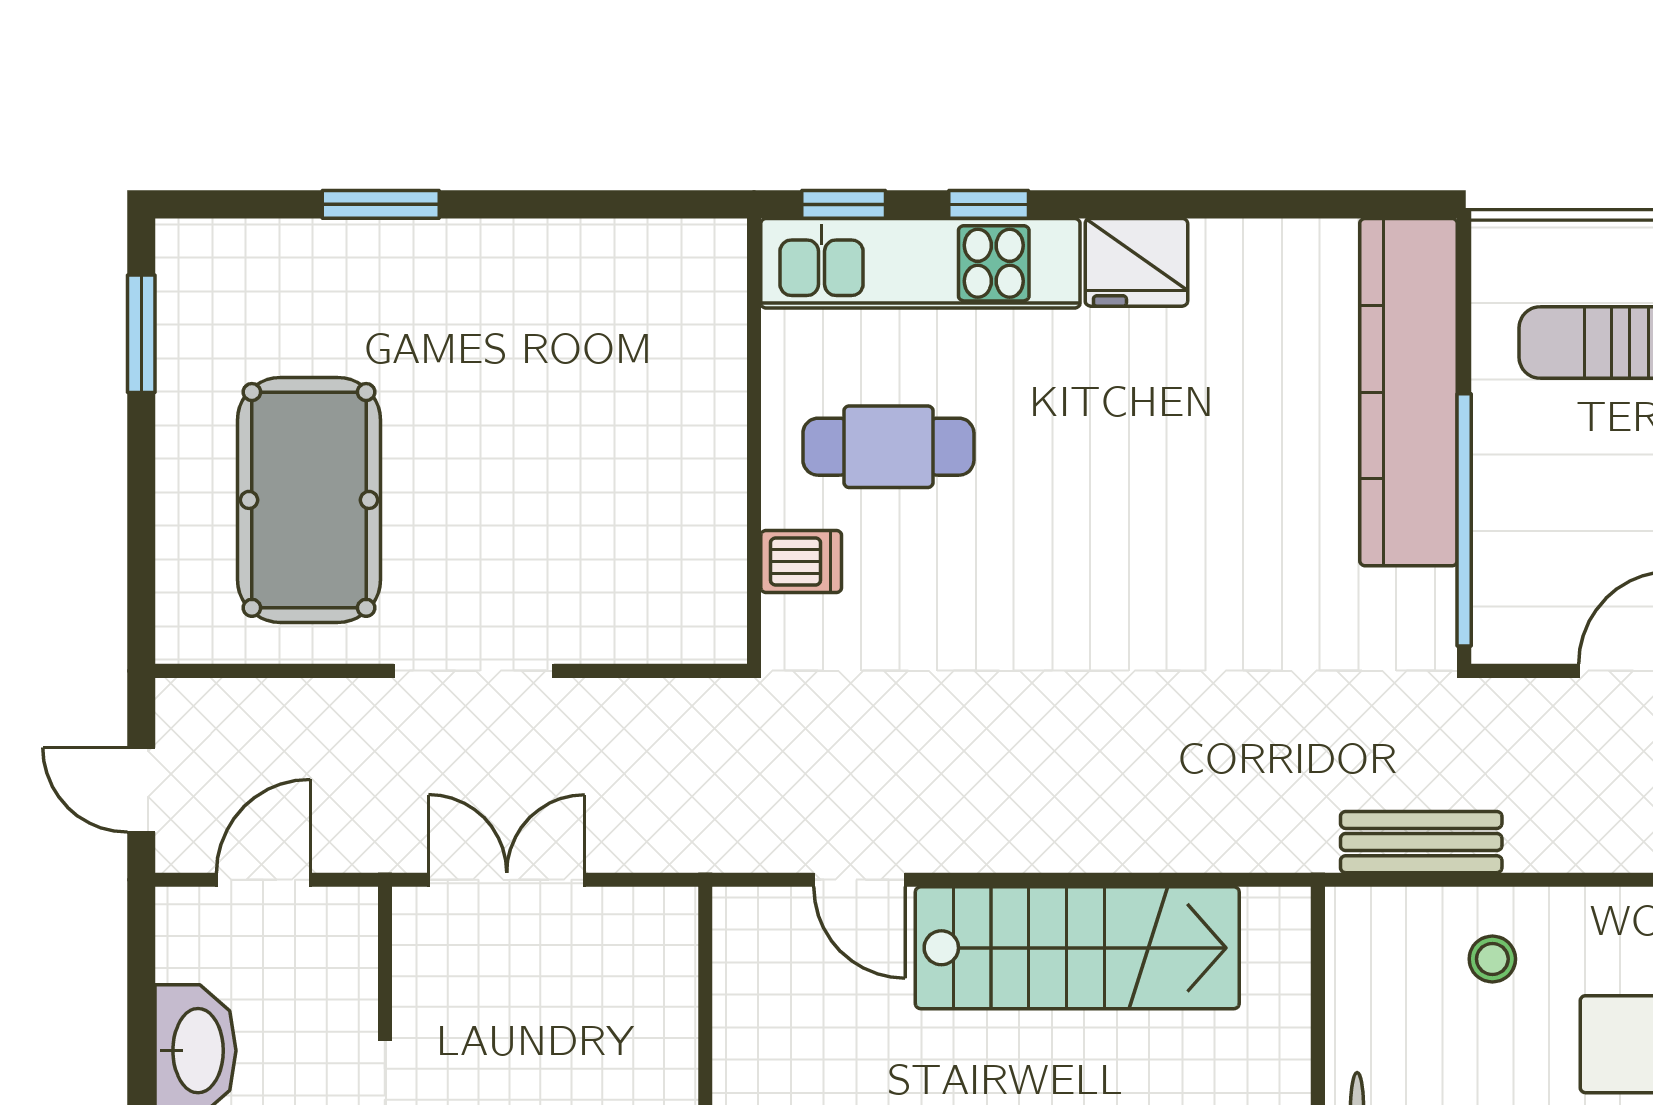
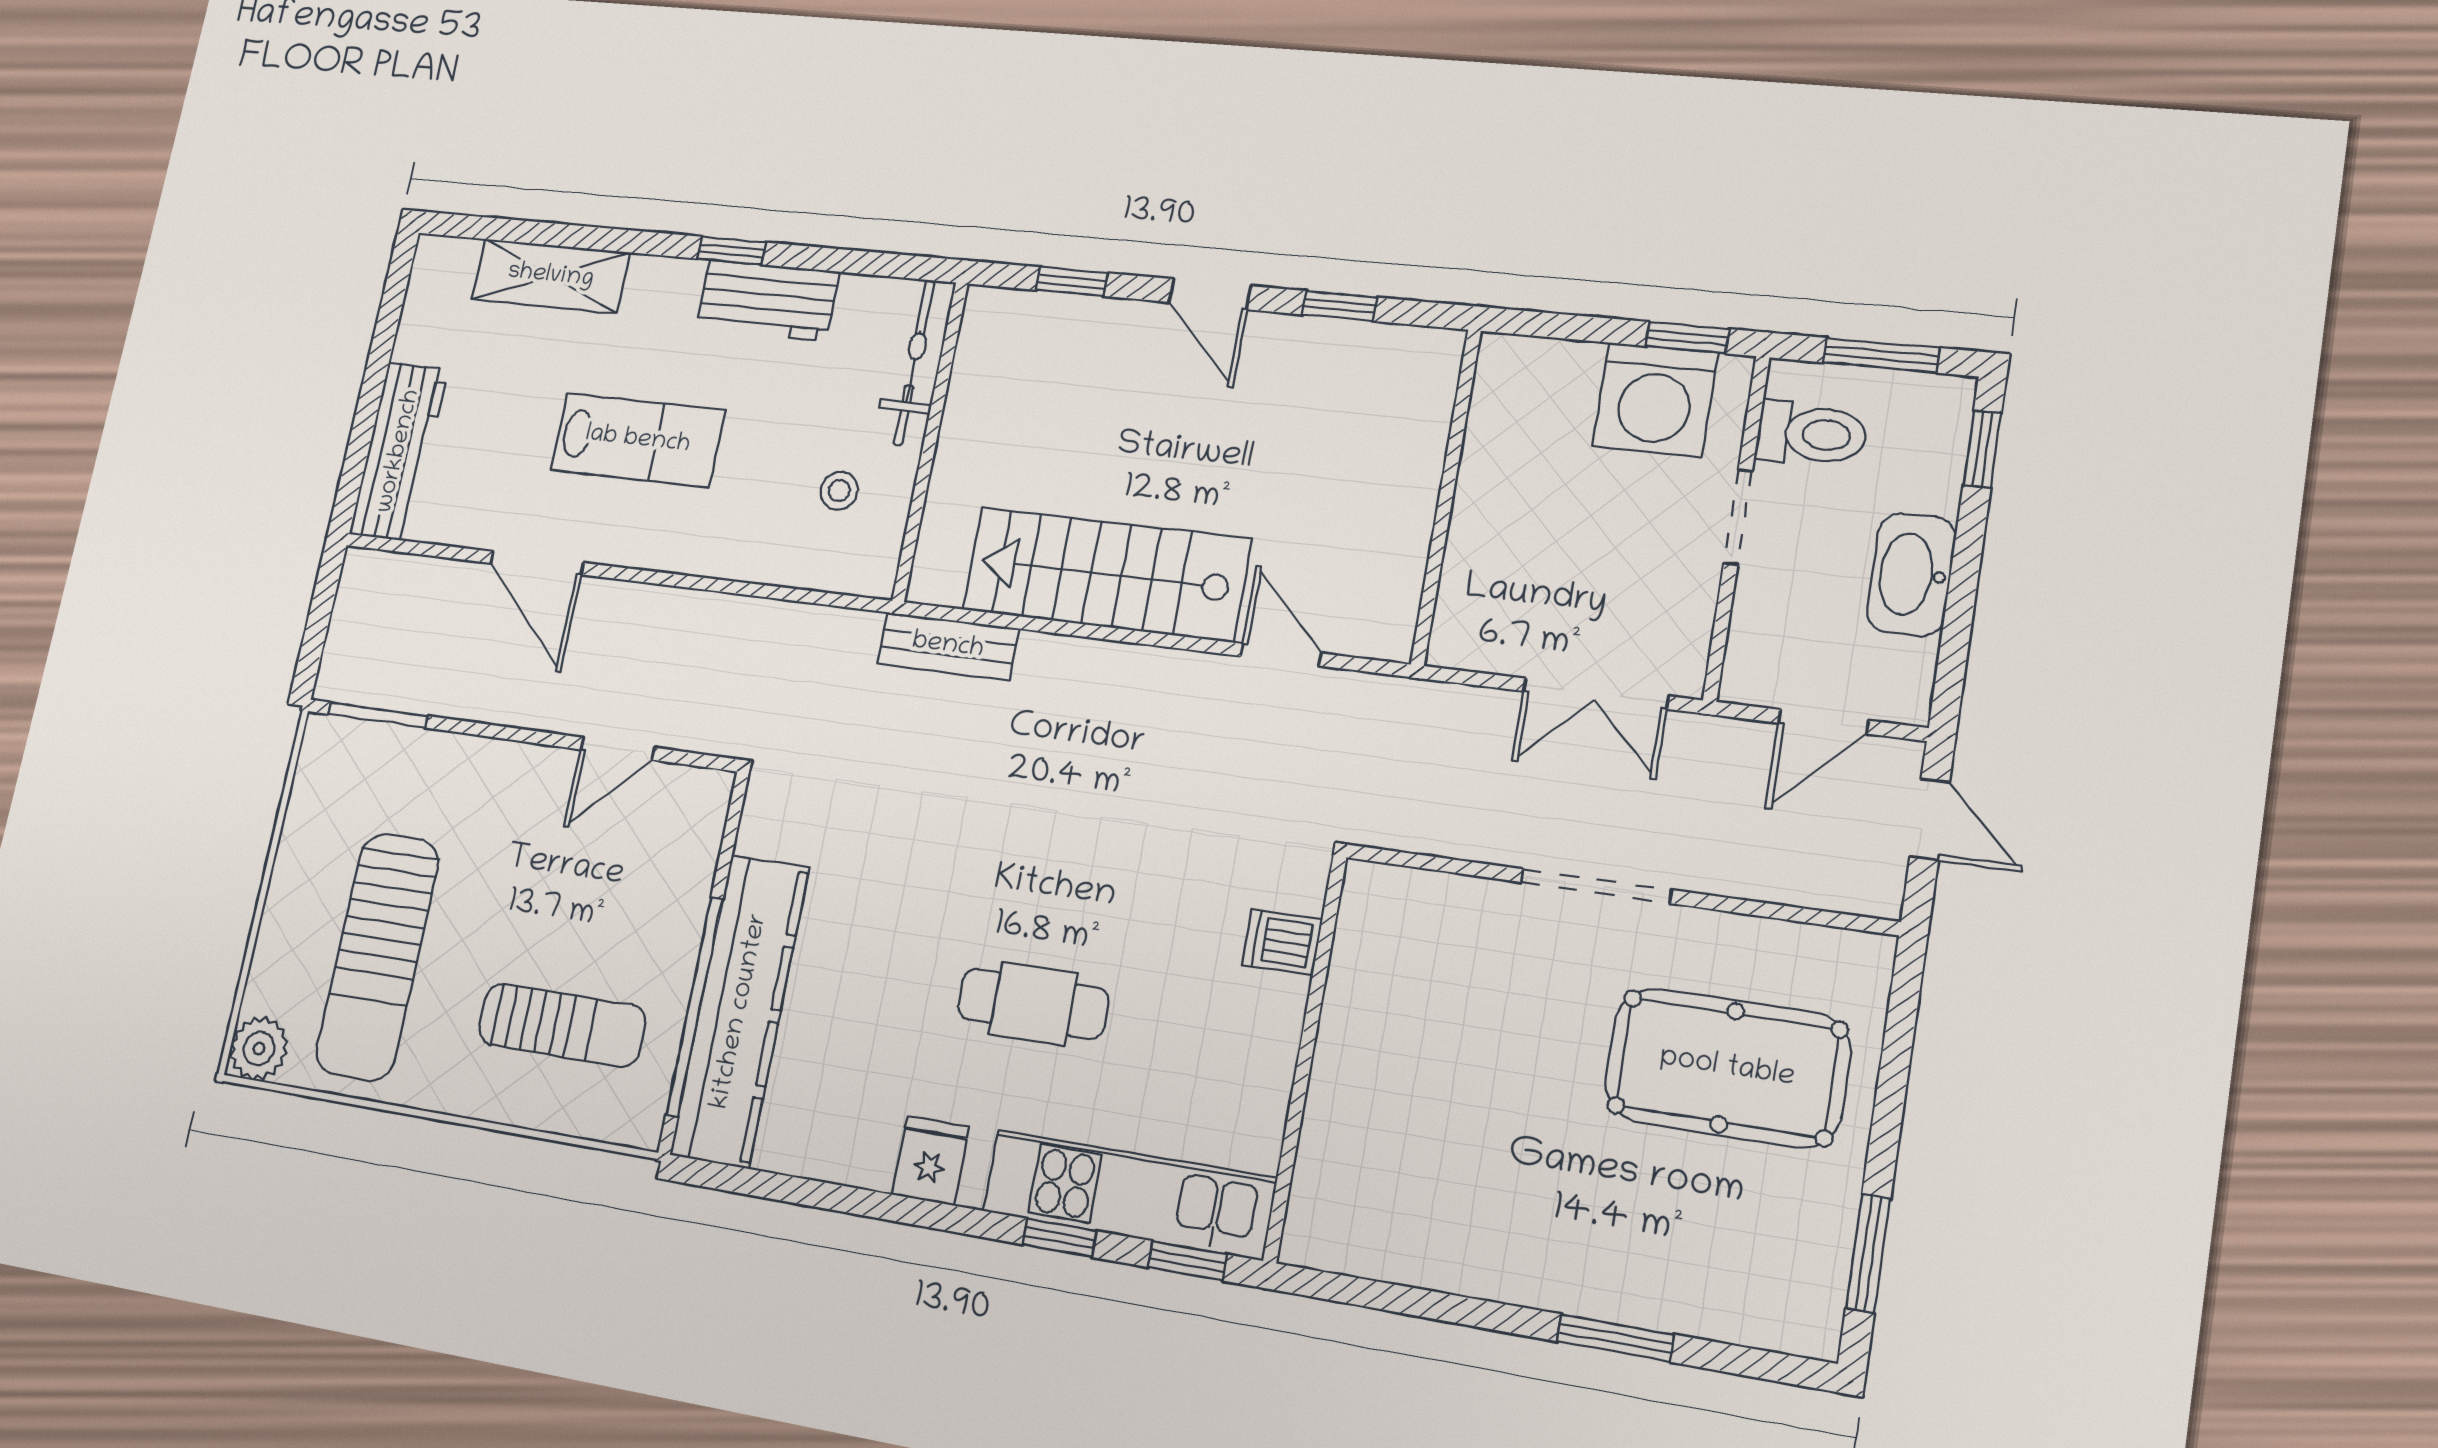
fridge: (1136, 262) -> (930, 1161), width x0.72
cafe table: (888, 447) -> (1033, 1004), moved
pool table: (309, 500) -> (1727, 1068), turned 90
window: (1464, 520) -> (694, 1006), moved
bench: (1421, 842) -> (948, 646), moved
stool: (1492, 959) -> (839, 491), moved

